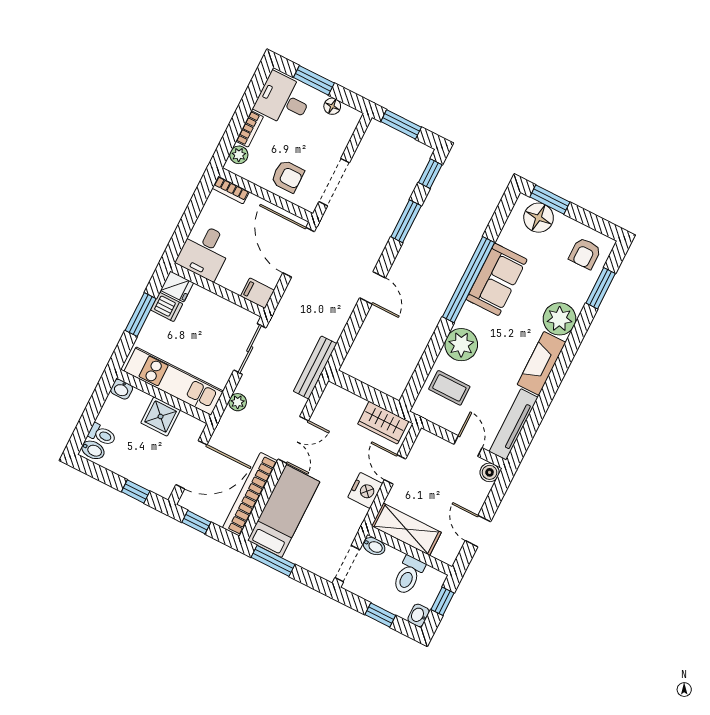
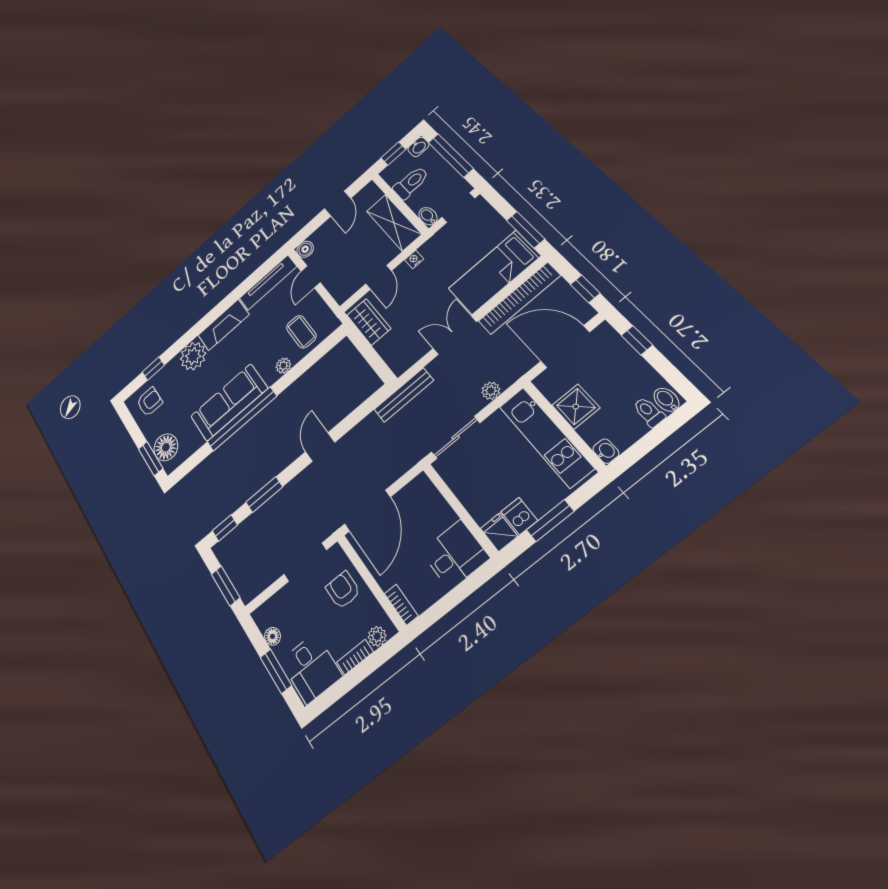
sofa: (497, 279) -> (229, 402), width x1.36
window: (601, 288) -> (153, 369), width x0.67
filing cabinet: (257, 293) -> (423, 489), removed
plant: (461, 345) -> (283, 366), width x0.53, depth x0.53
nightstand: (365, 490) -> (414, 259), width x0.53, depth x0.56
window: (380, 615) -> (451, 155), width x2.17

